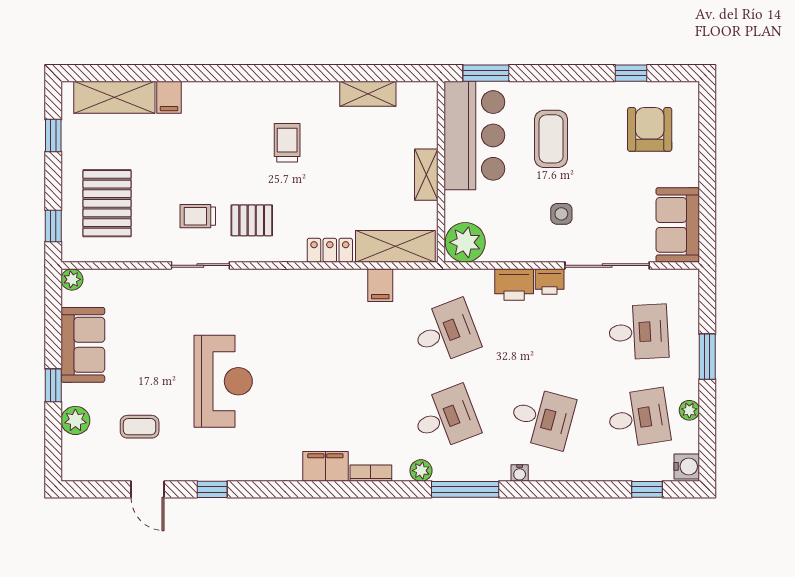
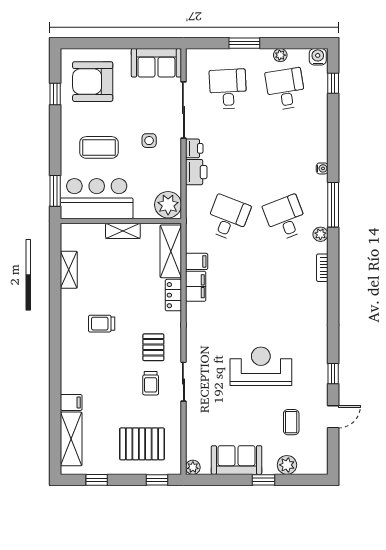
armchair: (650, 129) -> (93, 82), width x1.36, depth x1.36
desk: (446, 332) -> (228, 218), turned 42
desk: (542, 418) -> (285, 153), removed
filing cabinet: (325, 466) -> (196, 286), moved, turned 180

